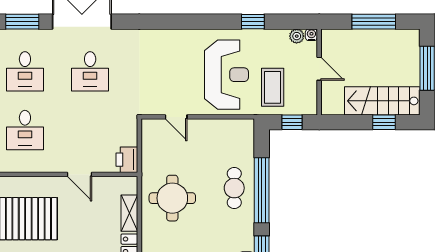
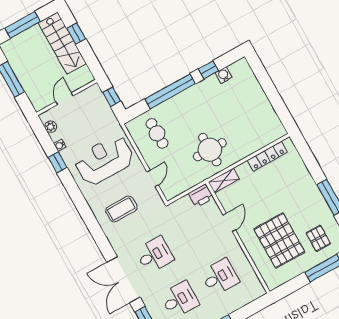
water cooler: (311, 35) -> (60, 145), moved
coffee table: (273, 87) -> (121, 209), moved
cafe table: (234, 188) -> (157, 133), moved, turned 90
shelving: (129, 213) -> (224, 181), moved

